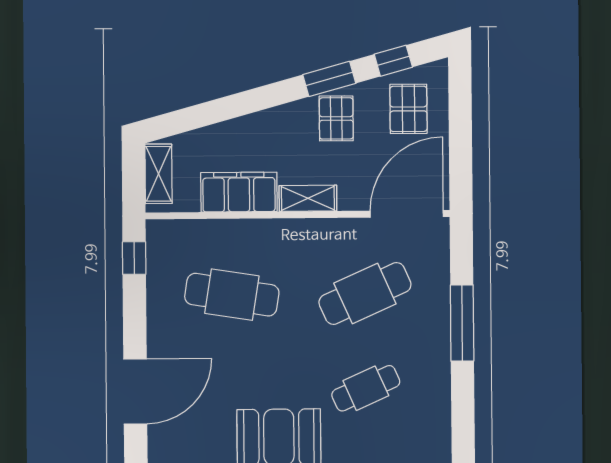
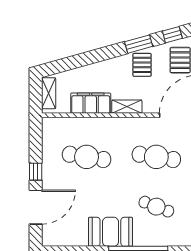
window: (134, 258) -> (36, 172), moved
cafe table: (365, 293) -> (156, 157), turned 33
cafe table: (366, 388) -> (156, 207), turned 45

